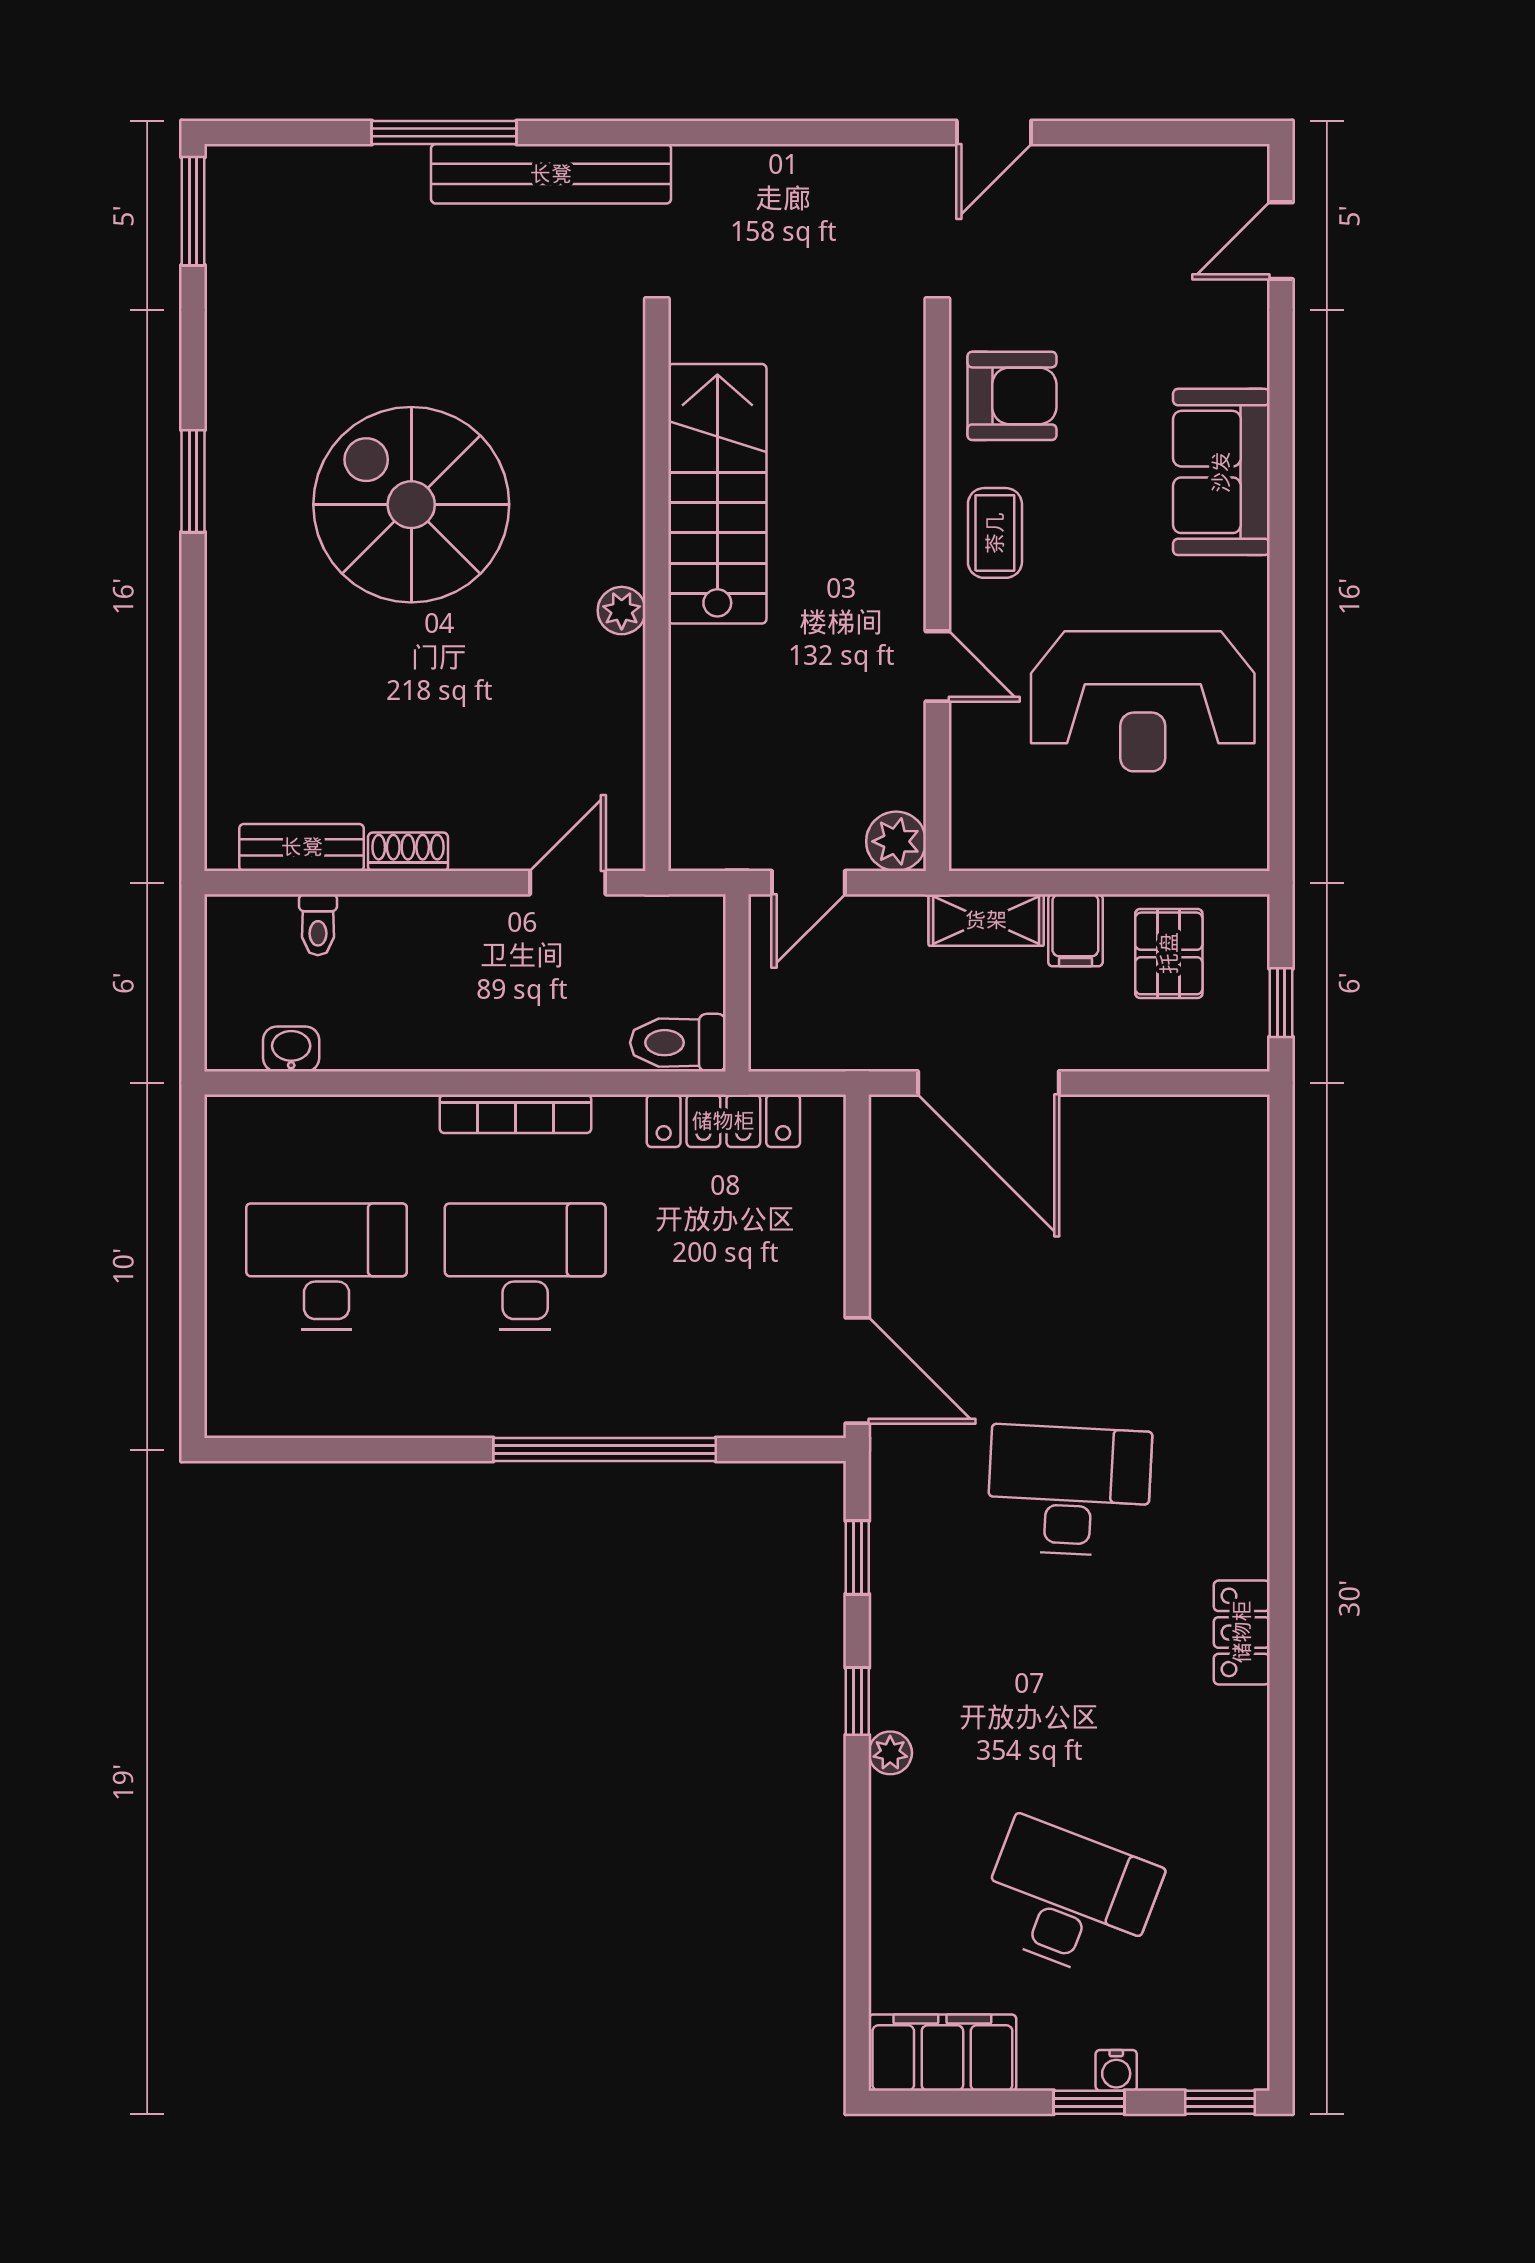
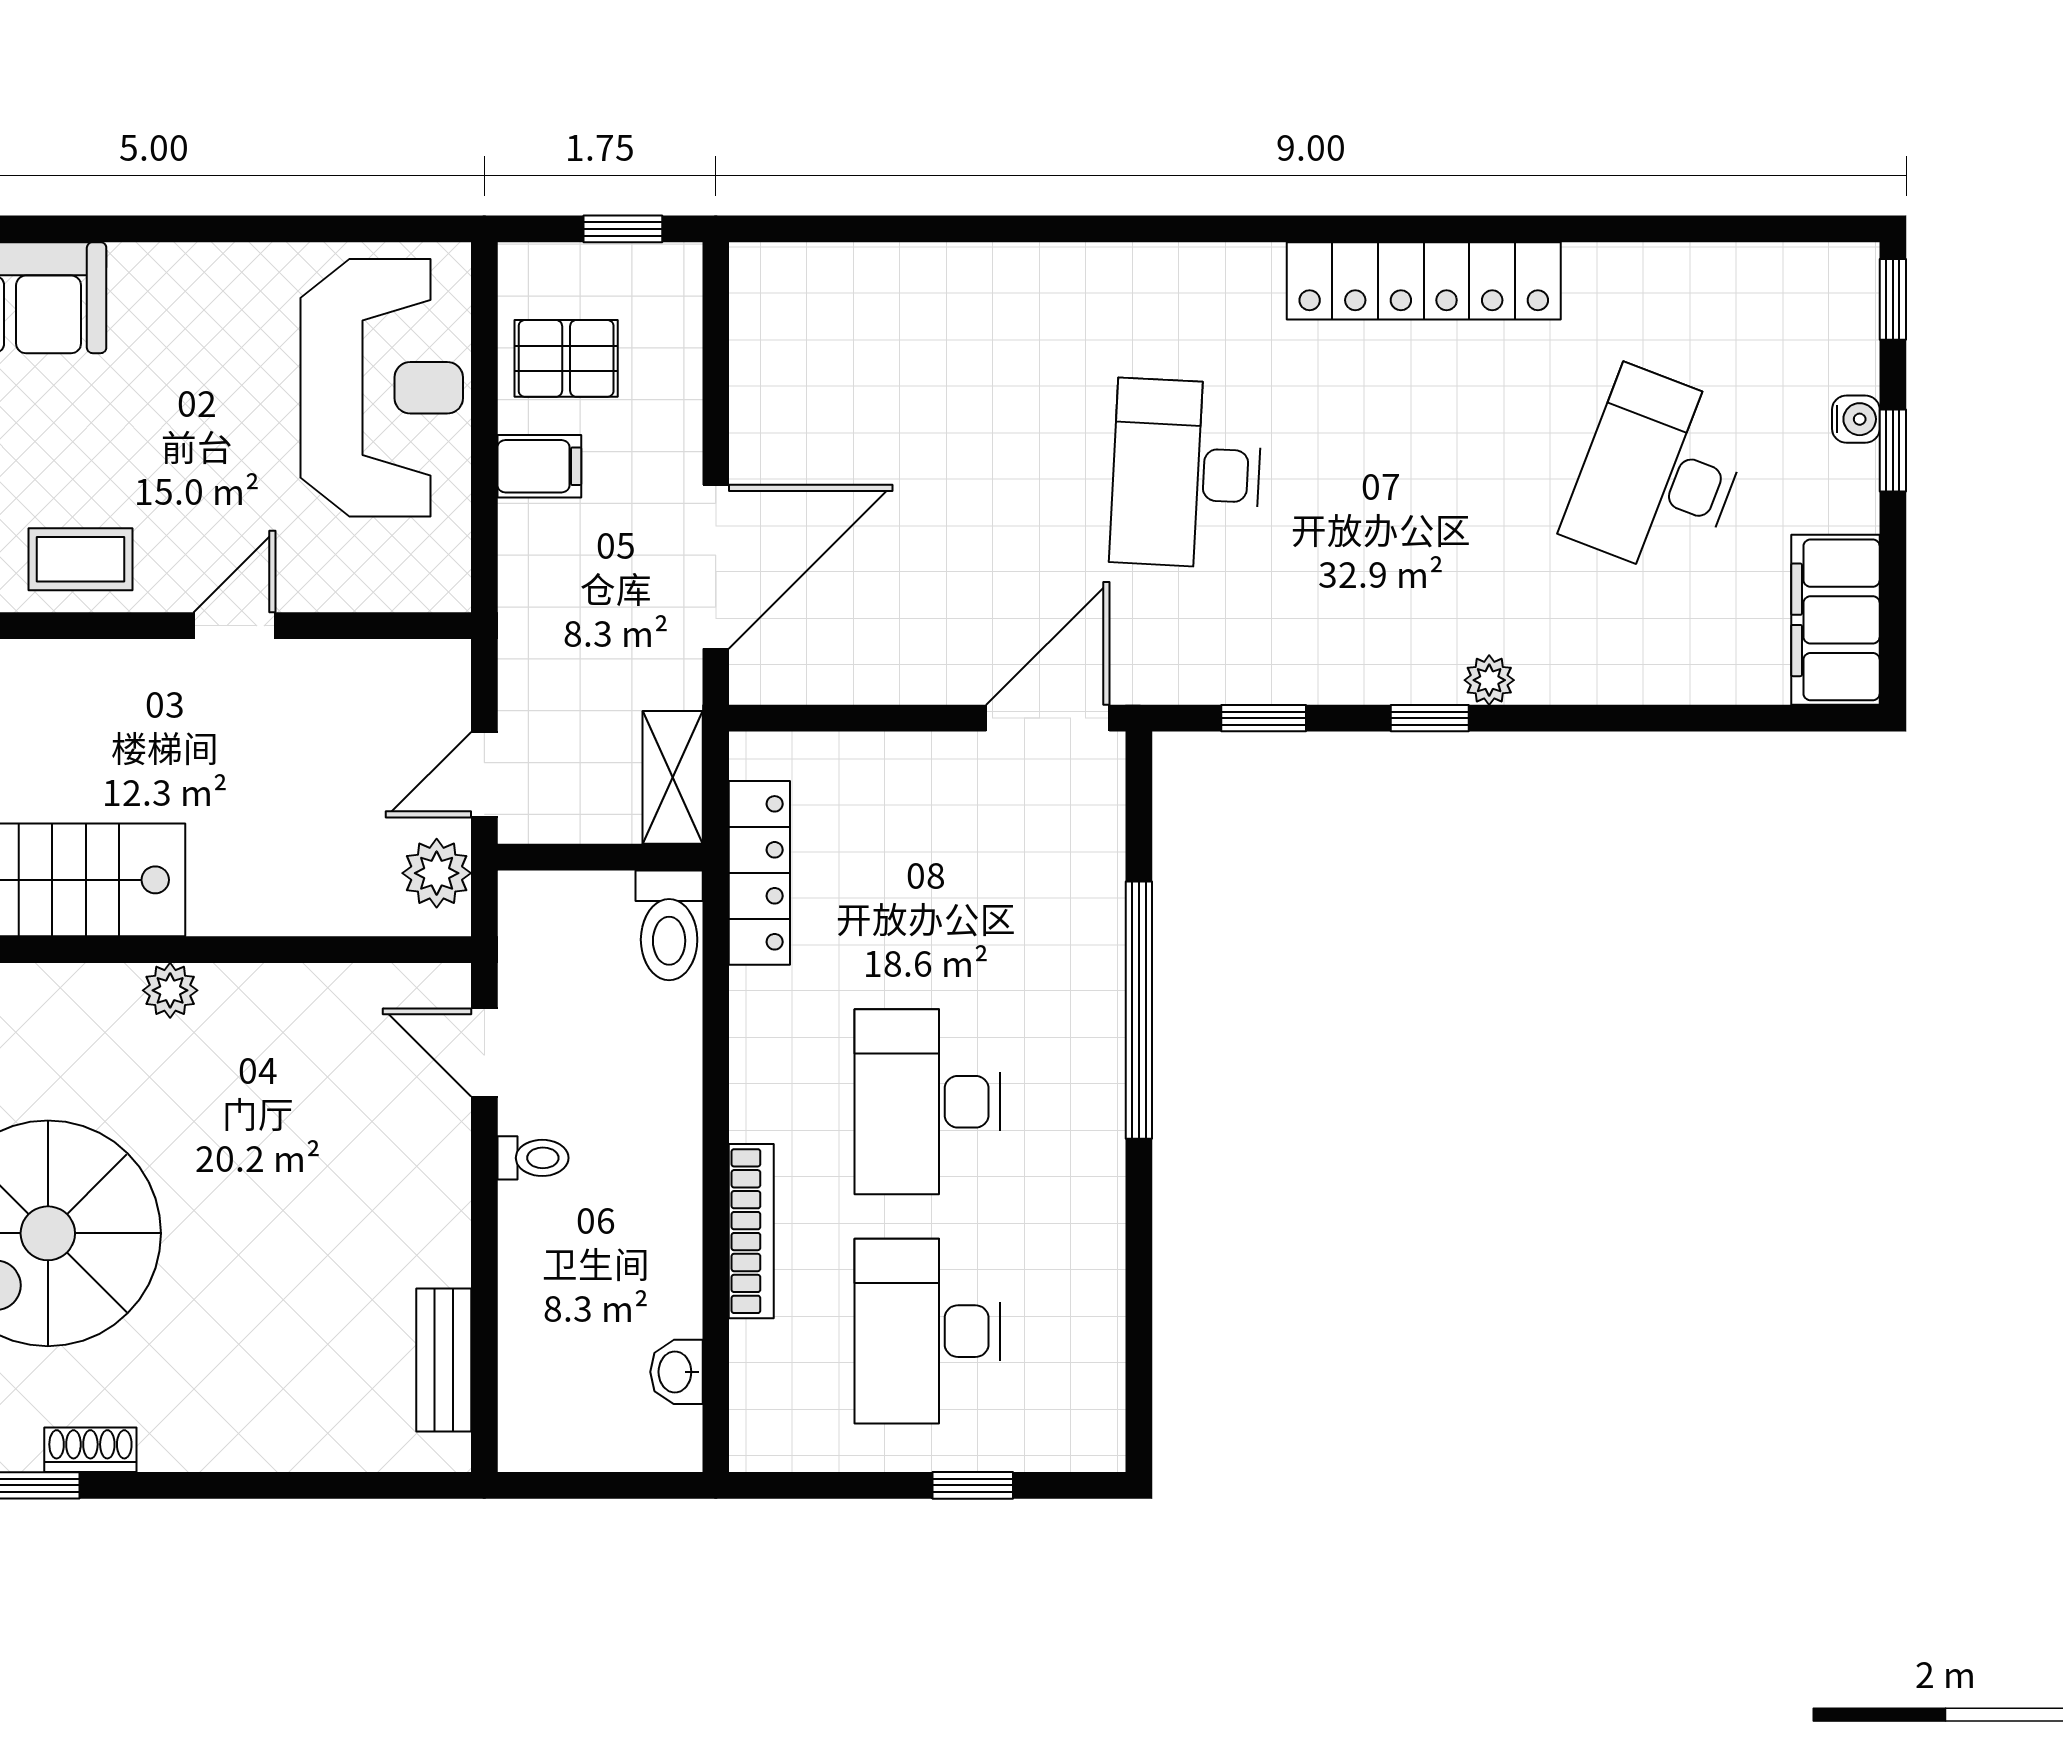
reception desk: (1143, 701) -> (382, 388), moved
plant: (896, 841) -> (437, 873), moved
shoe rack: (408, 852) -> (90, 1450), moved, turned 90
door: (808, 883) -> (484, 775), swing flipped
shelving: (986, 920) -> (673, 777), moved
toilet: (318, 925) -> (533, 1158), moved
bookcase: (515, 1114) -> (751, 1231), moved
window: (193, 1306) -> (973, 1485), added
locker: (1242, 1632) -> (1424, 281), width x2.16, depth x1.21

